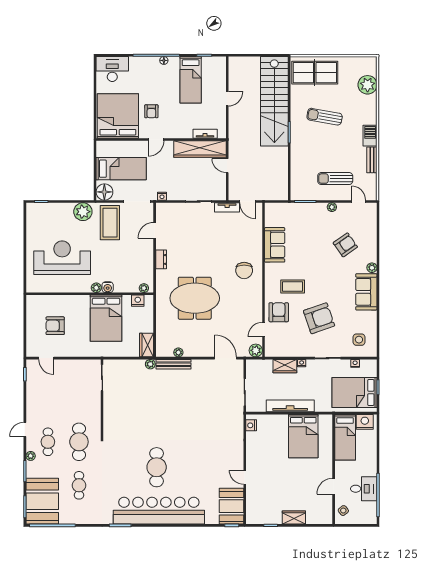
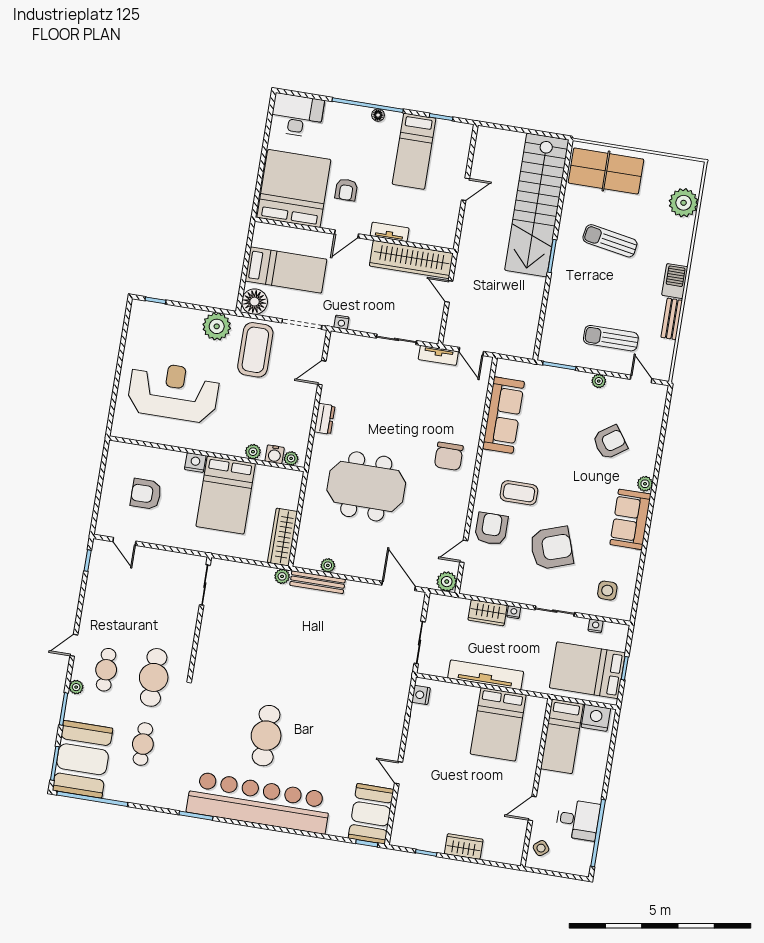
tv unit: (205, 134) -> (390, 232), moved
sofa: (275, 245) -> (503, 415), width x1.36
water cooler: (108, 287) -> (275, 454), moved
plant: (96, 288) -> (253, 452), moved
nightstand: (138, 301) -> (195, 463), moved
wardrobe: (147, 345) -> (283, 537), width x1.50

